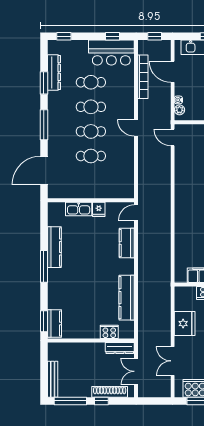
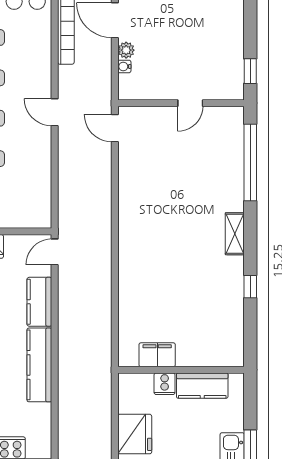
plant: (179, 110) -> (126, 50), moved
kitchen counter: (127, 298) -> (39, 365), moved

